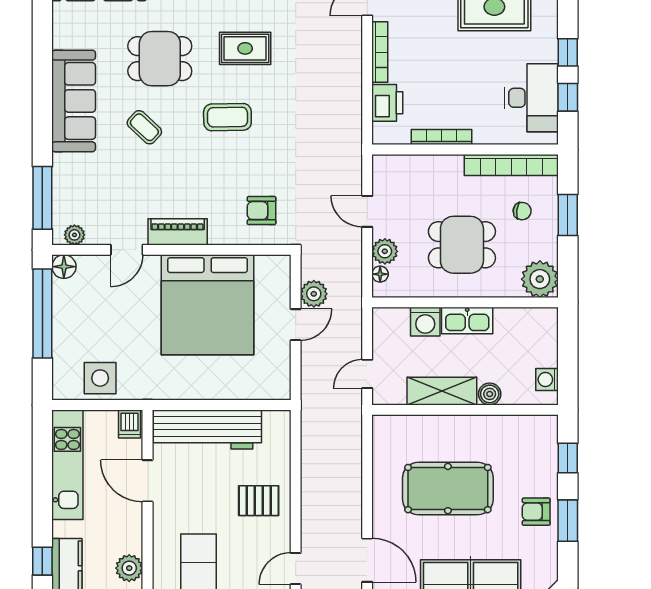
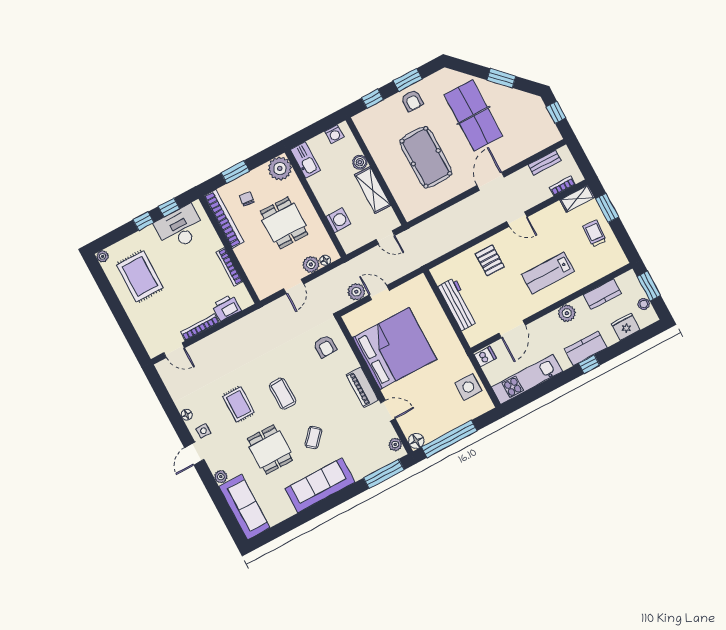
kitchen sink: (467, 321) -> (305, 160), moved
workbench: (207, 429) -> (458, 304), width x0.73, depth x0.76

